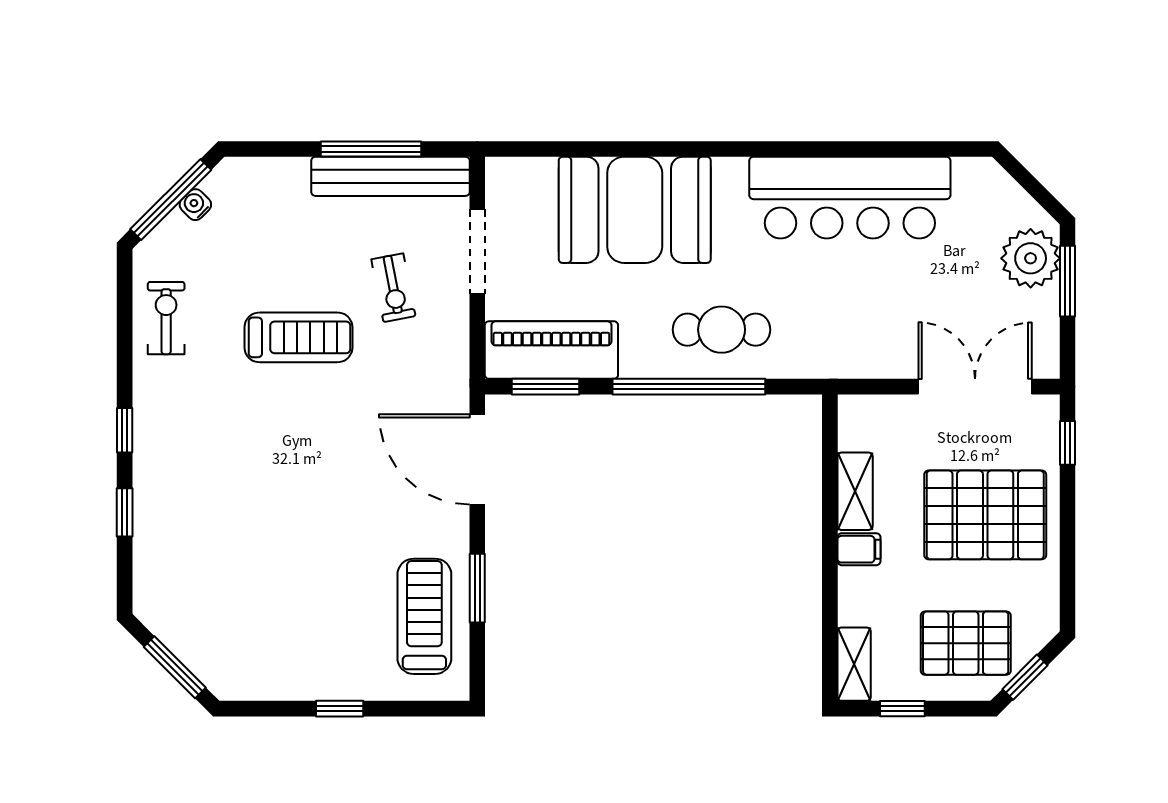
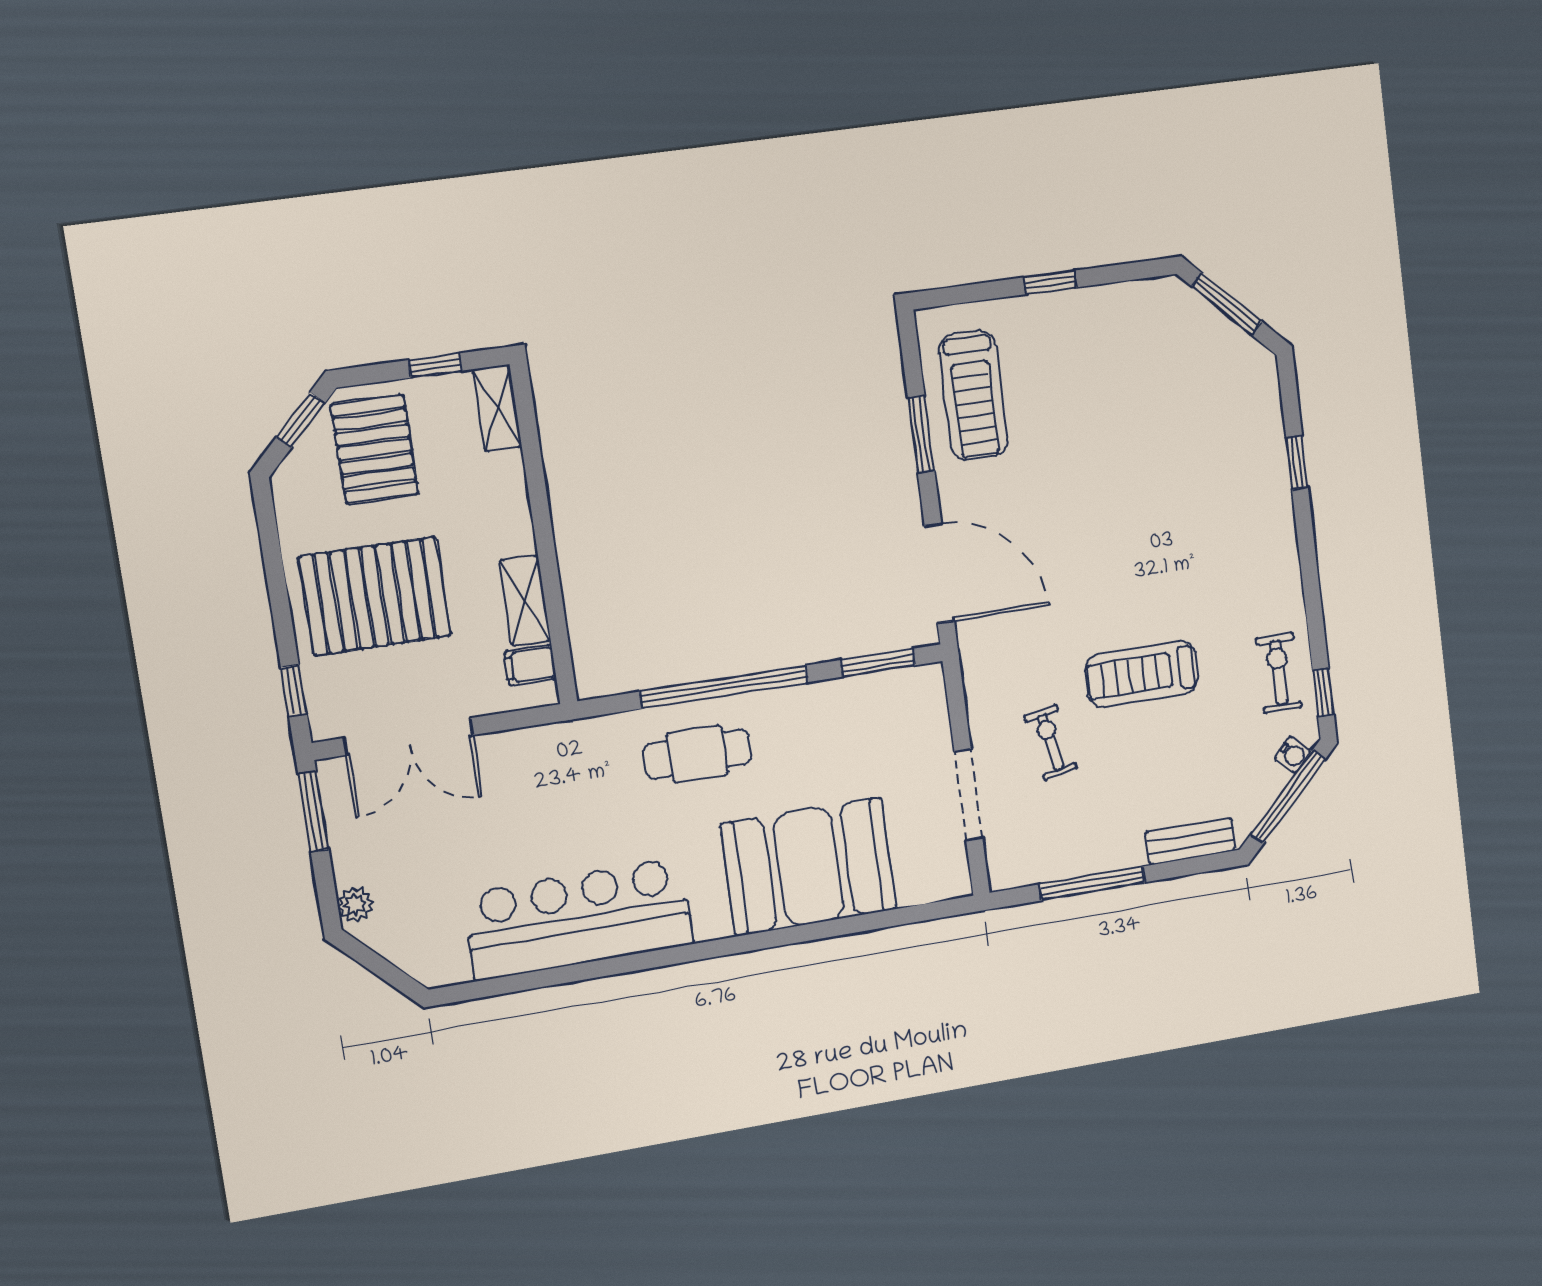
bench: (390, 176) -> (1190, 841), moved, width x0.54, depth x0.82
water cooler: (195, 205) -> (1293, 755), moved
plant: (1031, 258) -> (355, 905), width x0.53, depth x0.53
window: (1068, 281) -> (313, 811), moved
exercise bike: (166, 318) -> (1279, 673), turned 180
piano: (551, 350) -> (877, 703), removed
window: (125, 430) -> (1323, 692), moved
filing cabinet: (859, 549) -> (530, 665), moved
pallet: (966, 643) -> (375, 449), turned 90

